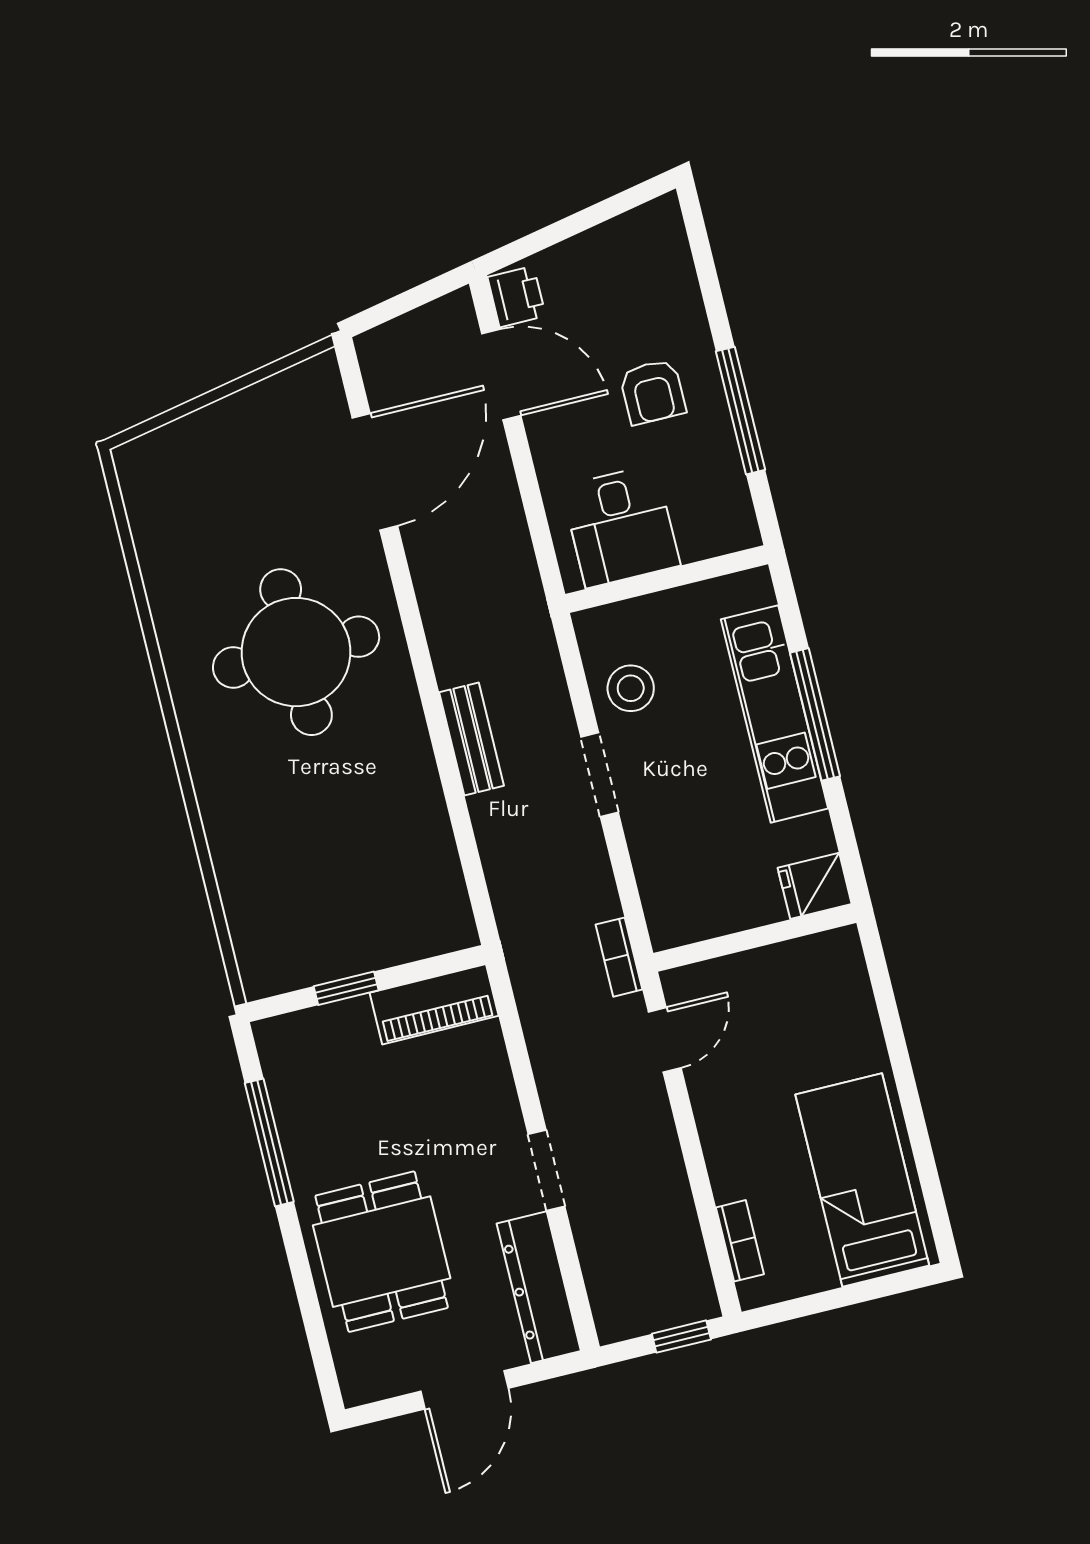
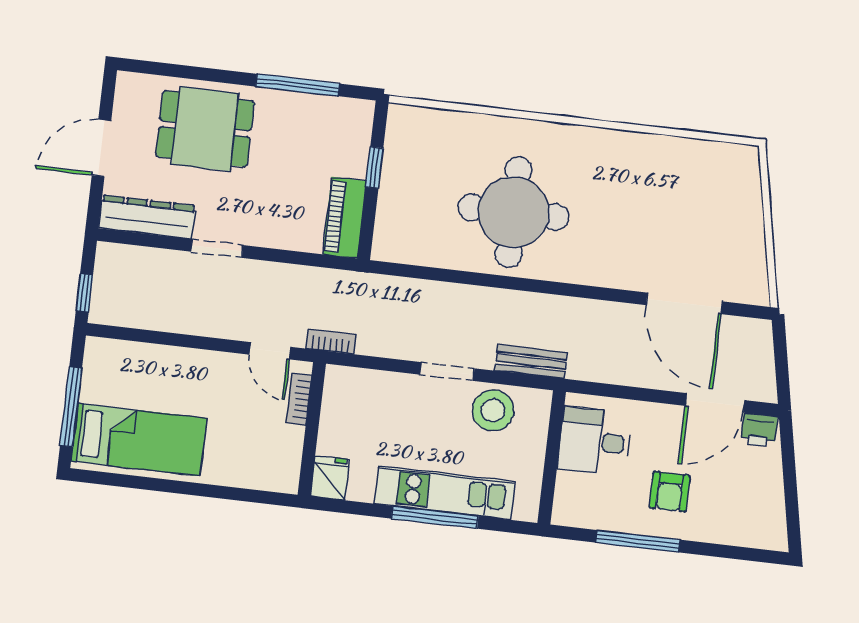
armchair: (653, 392) -> (670, 492), turned -90
round table: (296, 652) -> (513, 212), moved
stool: (631, 688) -> (493, 410), width x1.38, depth x1.38
bench: (472, 739) -> (531, 362), moved
bookcase: (740, 1241) -> (299, 399), moved, turned 90
window: (852, 1295) -> (71, 407), added
door: (464, 1390) -> (101, 148), hinge flipped

